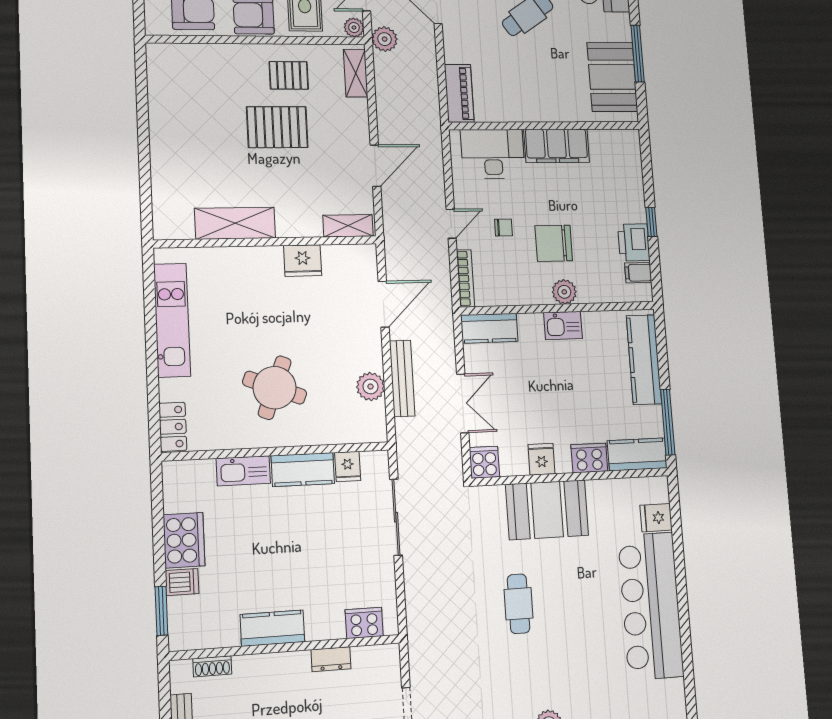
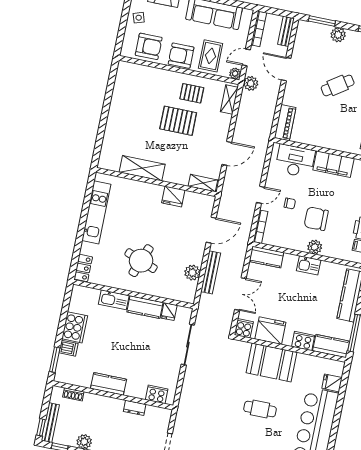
fridge: (542, 459) -> (270, 331), width x1.88, depth x1.34
cafe table: (518, 604) -> (260, 409), moved, turned 90

